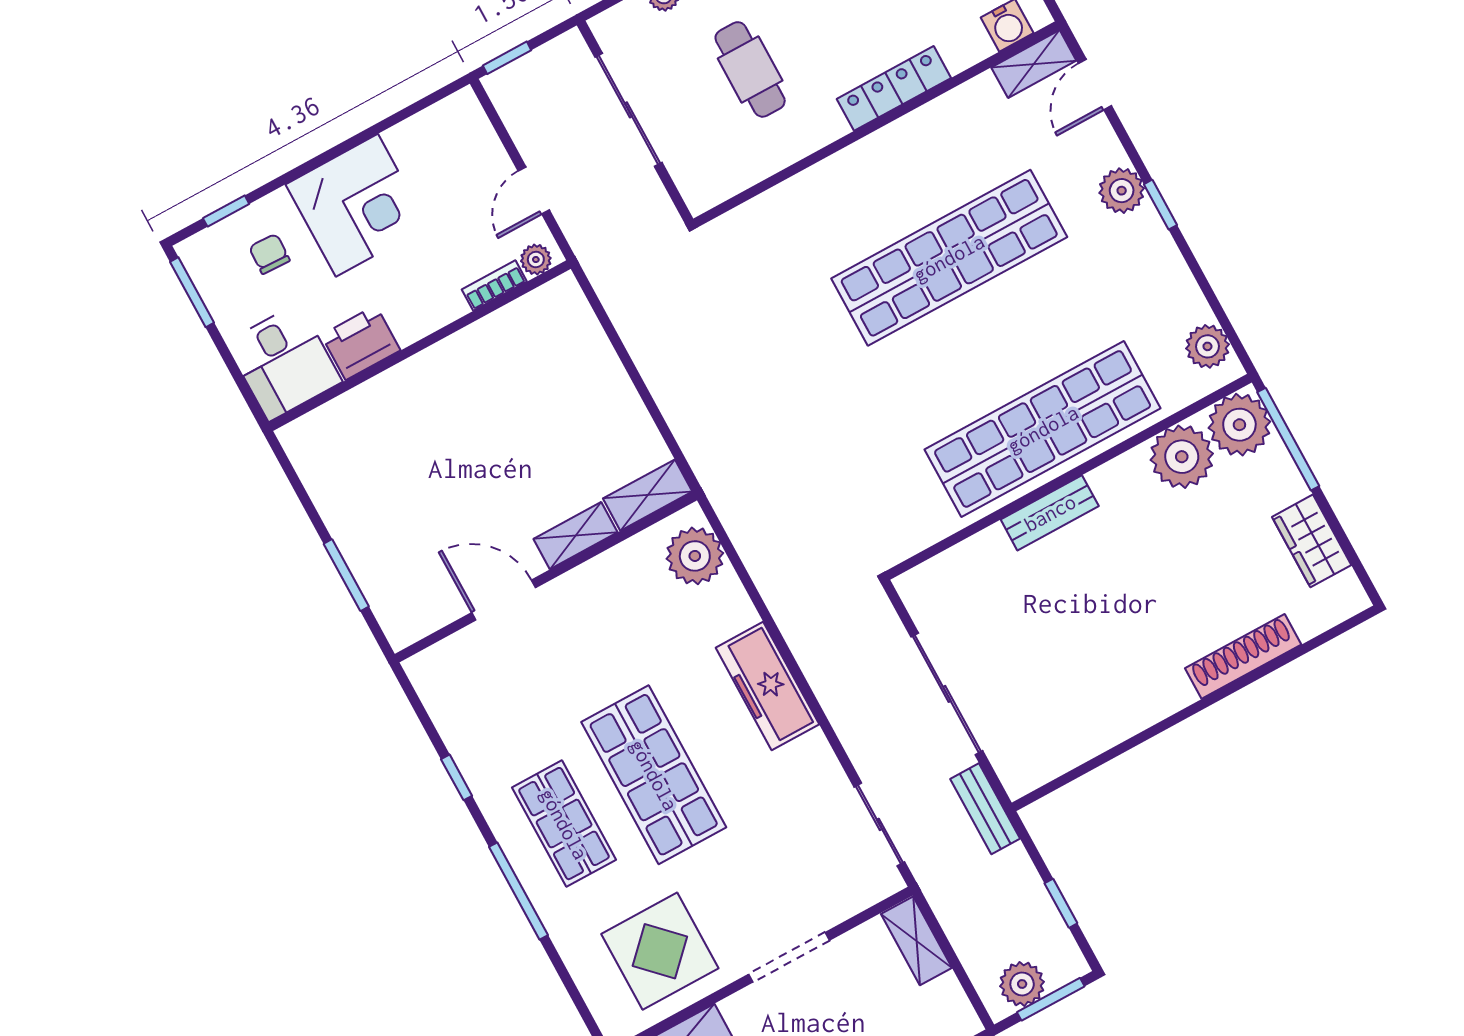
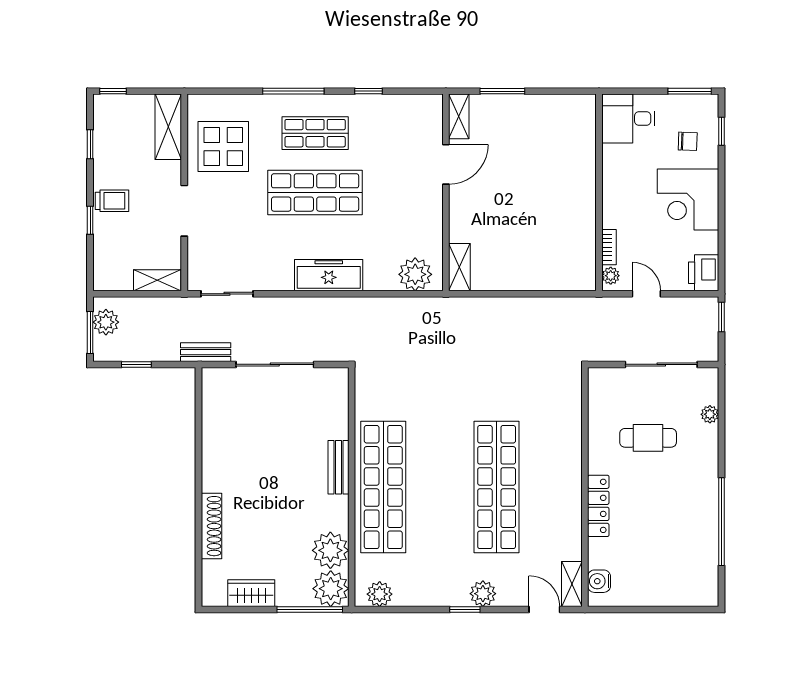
printer: (361, 343) -> (704, 273), moved, turned 180
shelving: (575, 536) -> (459, 116), moved

